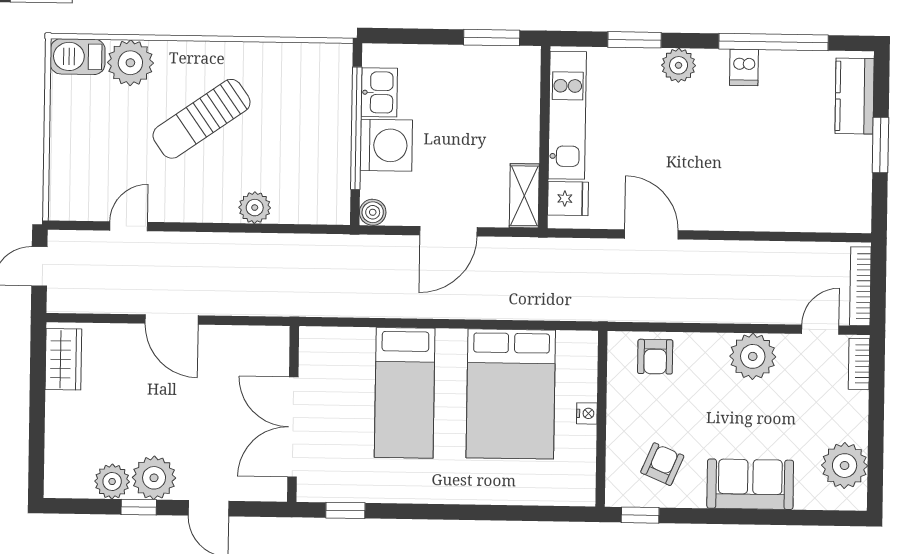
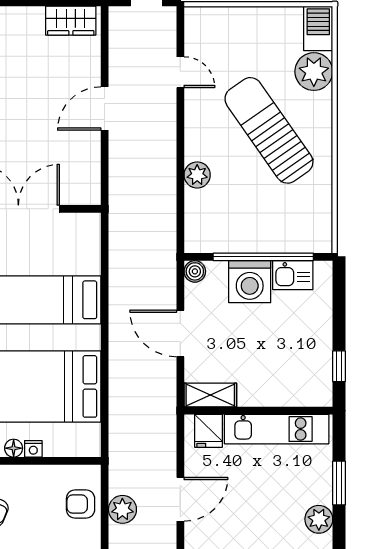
window: (492, 38) -> (339, 366), width x0.67
sun lounger: (202, 119) -> (269, 130), width x1.36, depth x1.34
plant: (663, 305) -> (122, 509), added
floor lamp: (586, 438) -> (14, 448), added

